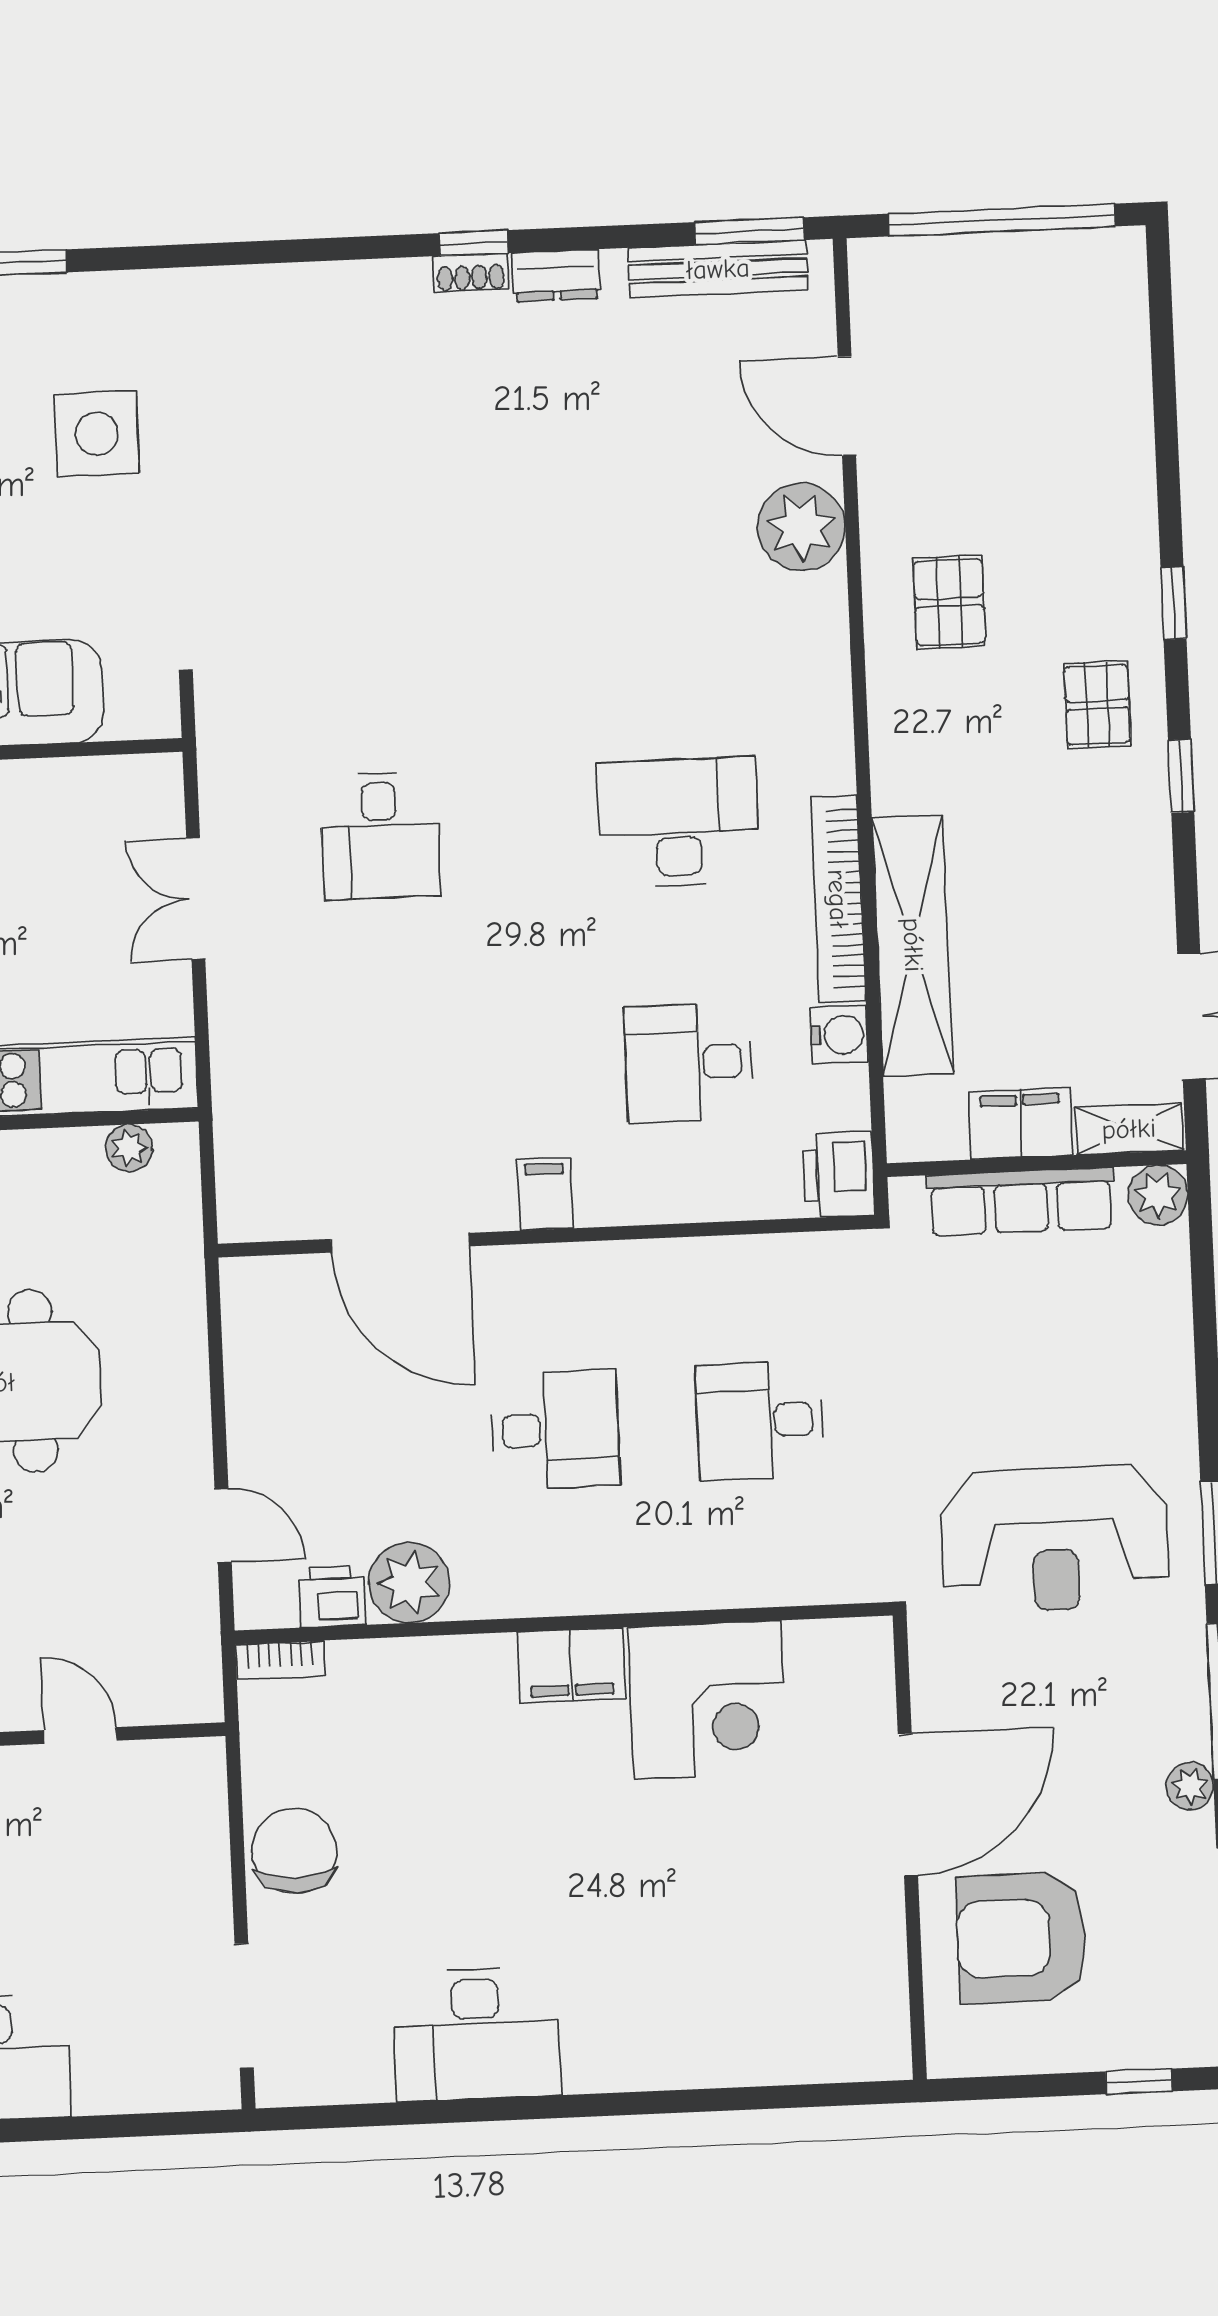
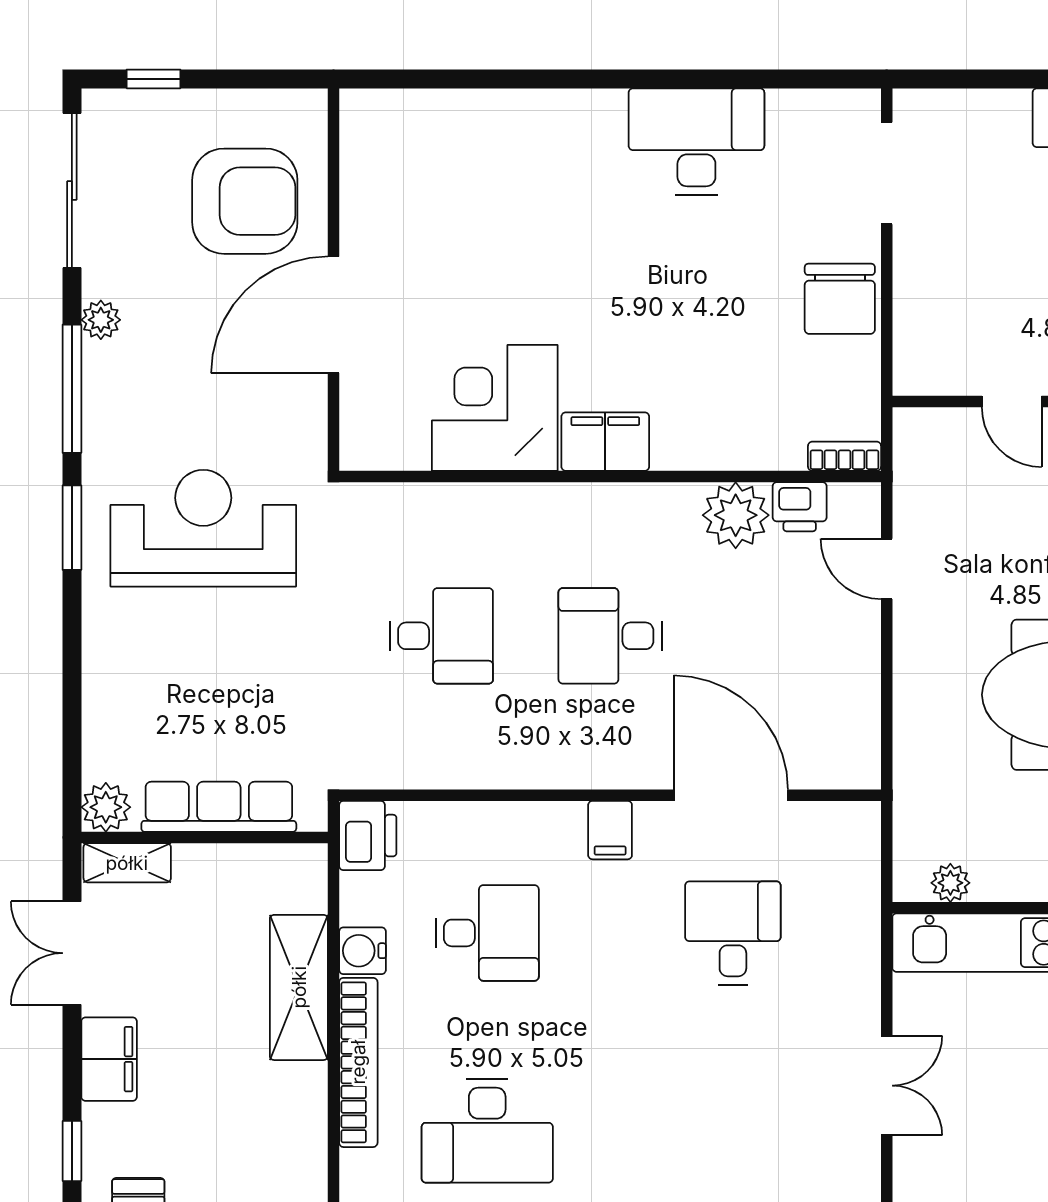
desk: (380, 835) -> (733, 933), moved
shelving: (913, 945) -> (299, 987), width x0.68
filing cabinet: (1021, 1124) -> (109, 1059), moved, turned -90

